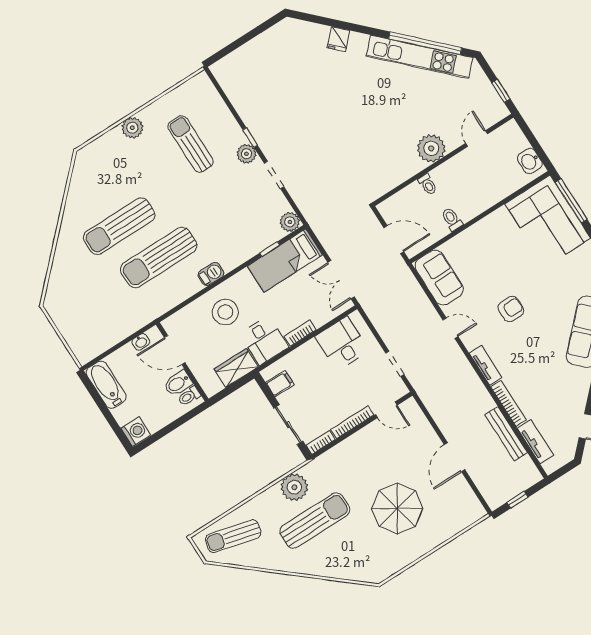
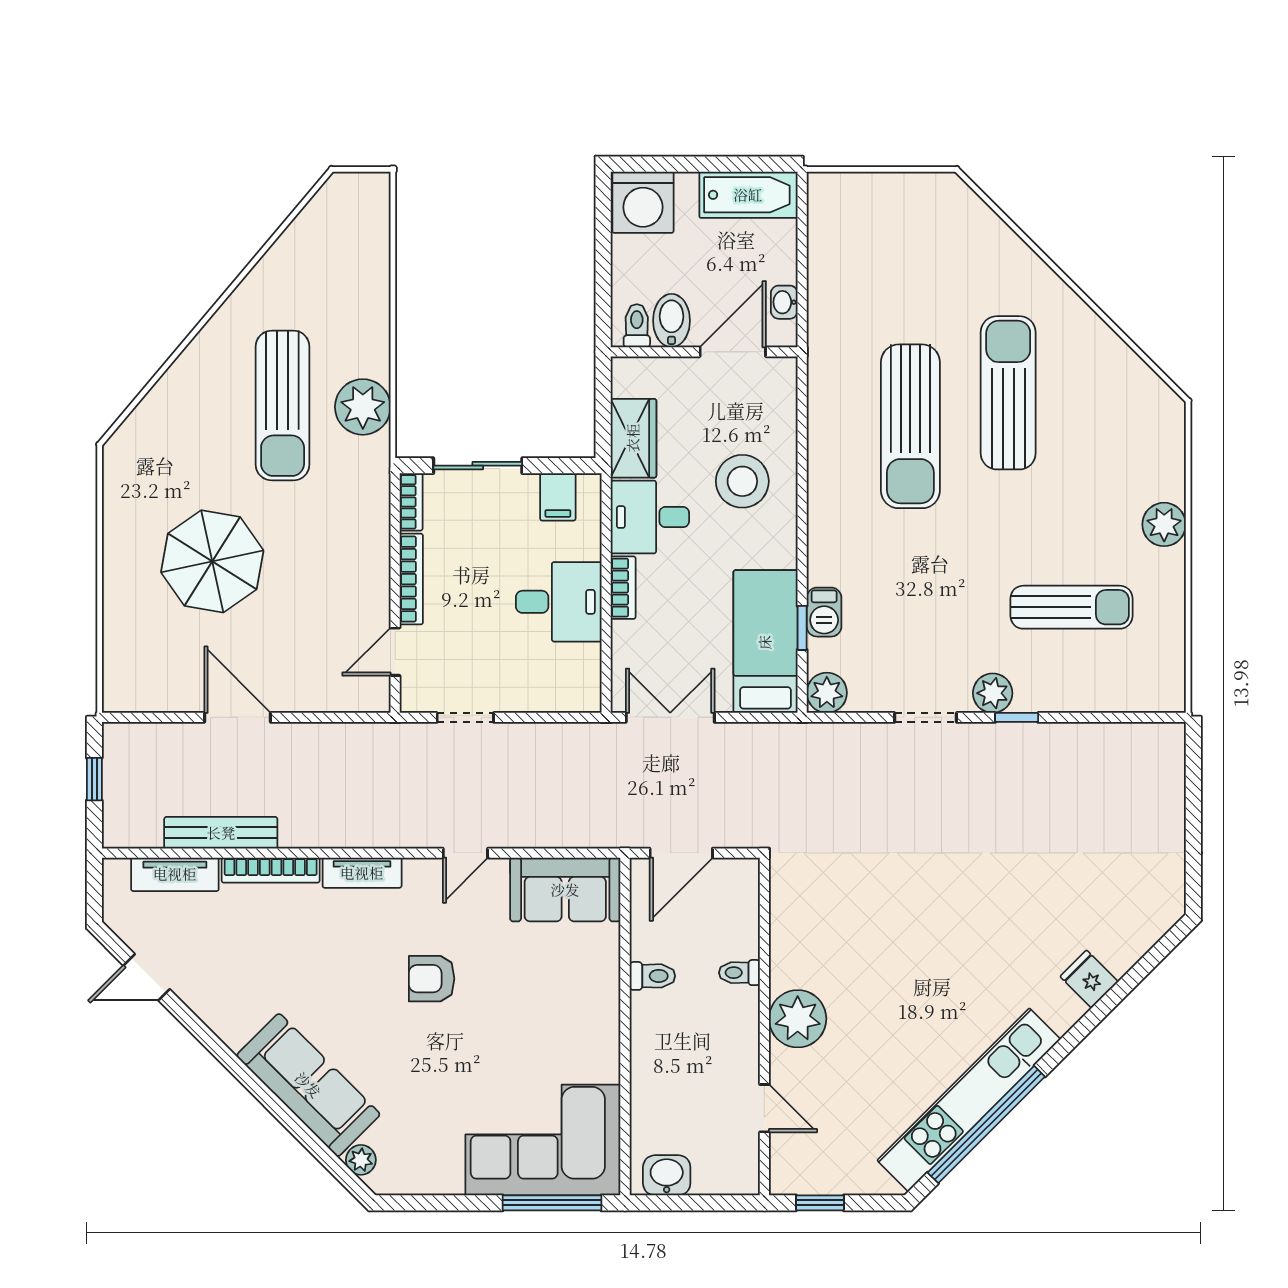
sun lounger: (159, 258) -> (910, 426), turned 180
barbecue: (211, 274) -> (824, 612), moved
armchair: (511, 309) -> (432, 979), turned 90
desk: (342, 344) -> (559, 602), moved
washing machine: (136, 432) -> (643, 202), width x1.37, depth x1.37
sun lounger: (233, 536) -> (346, 247), removed

